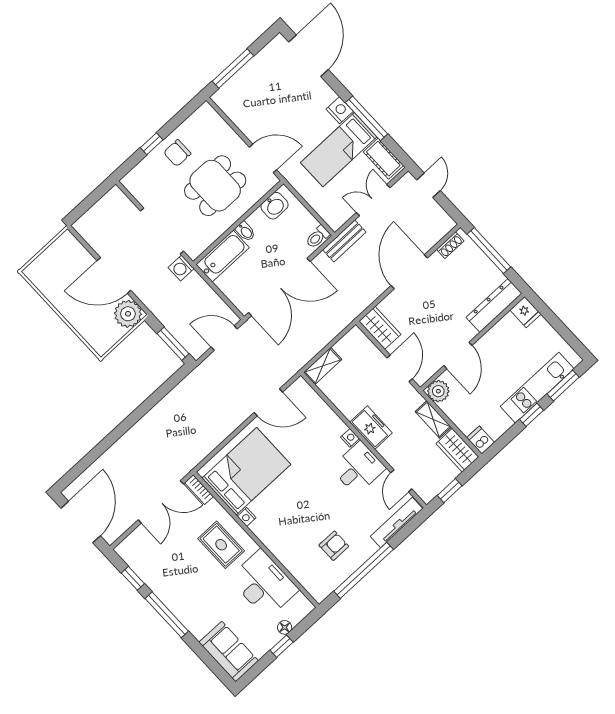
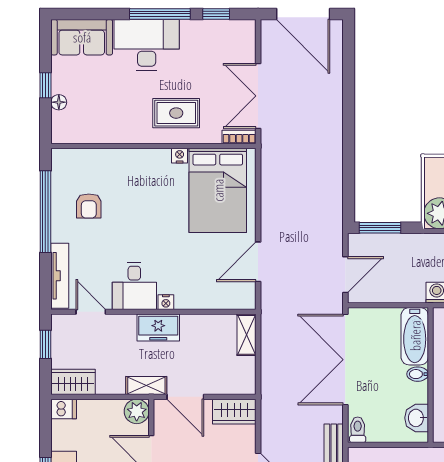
shelving: (433, 419) -> (146, 385), moved
desk: (264, 584) -> (147, 45), moved, turned 180

